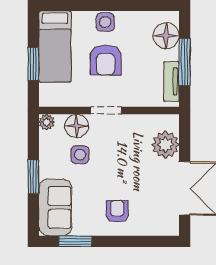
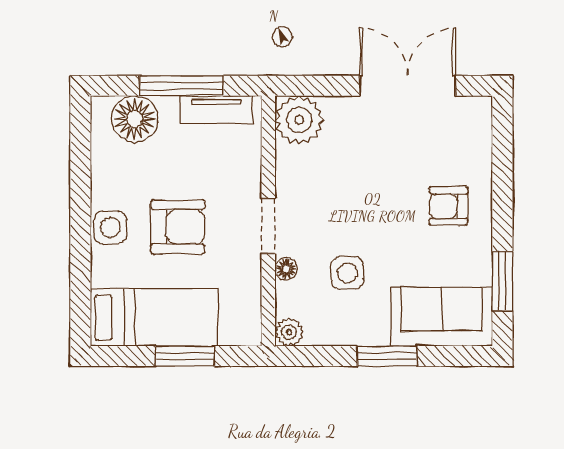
floor lamp: (77, 126) -> (286, 269), width x0.53, depth x0.53
plant: (165, 145) -> (299, 120), moved

